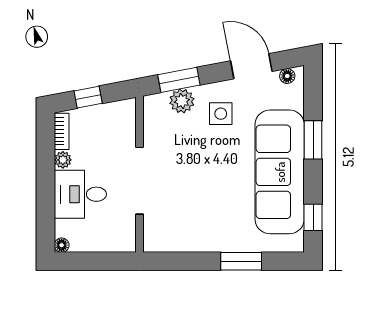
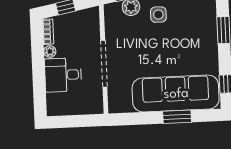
sofa: (280, 172) -> (176, 94), moved, turned 90
floor lamp: (62, 245) -> (52, 111), removed

